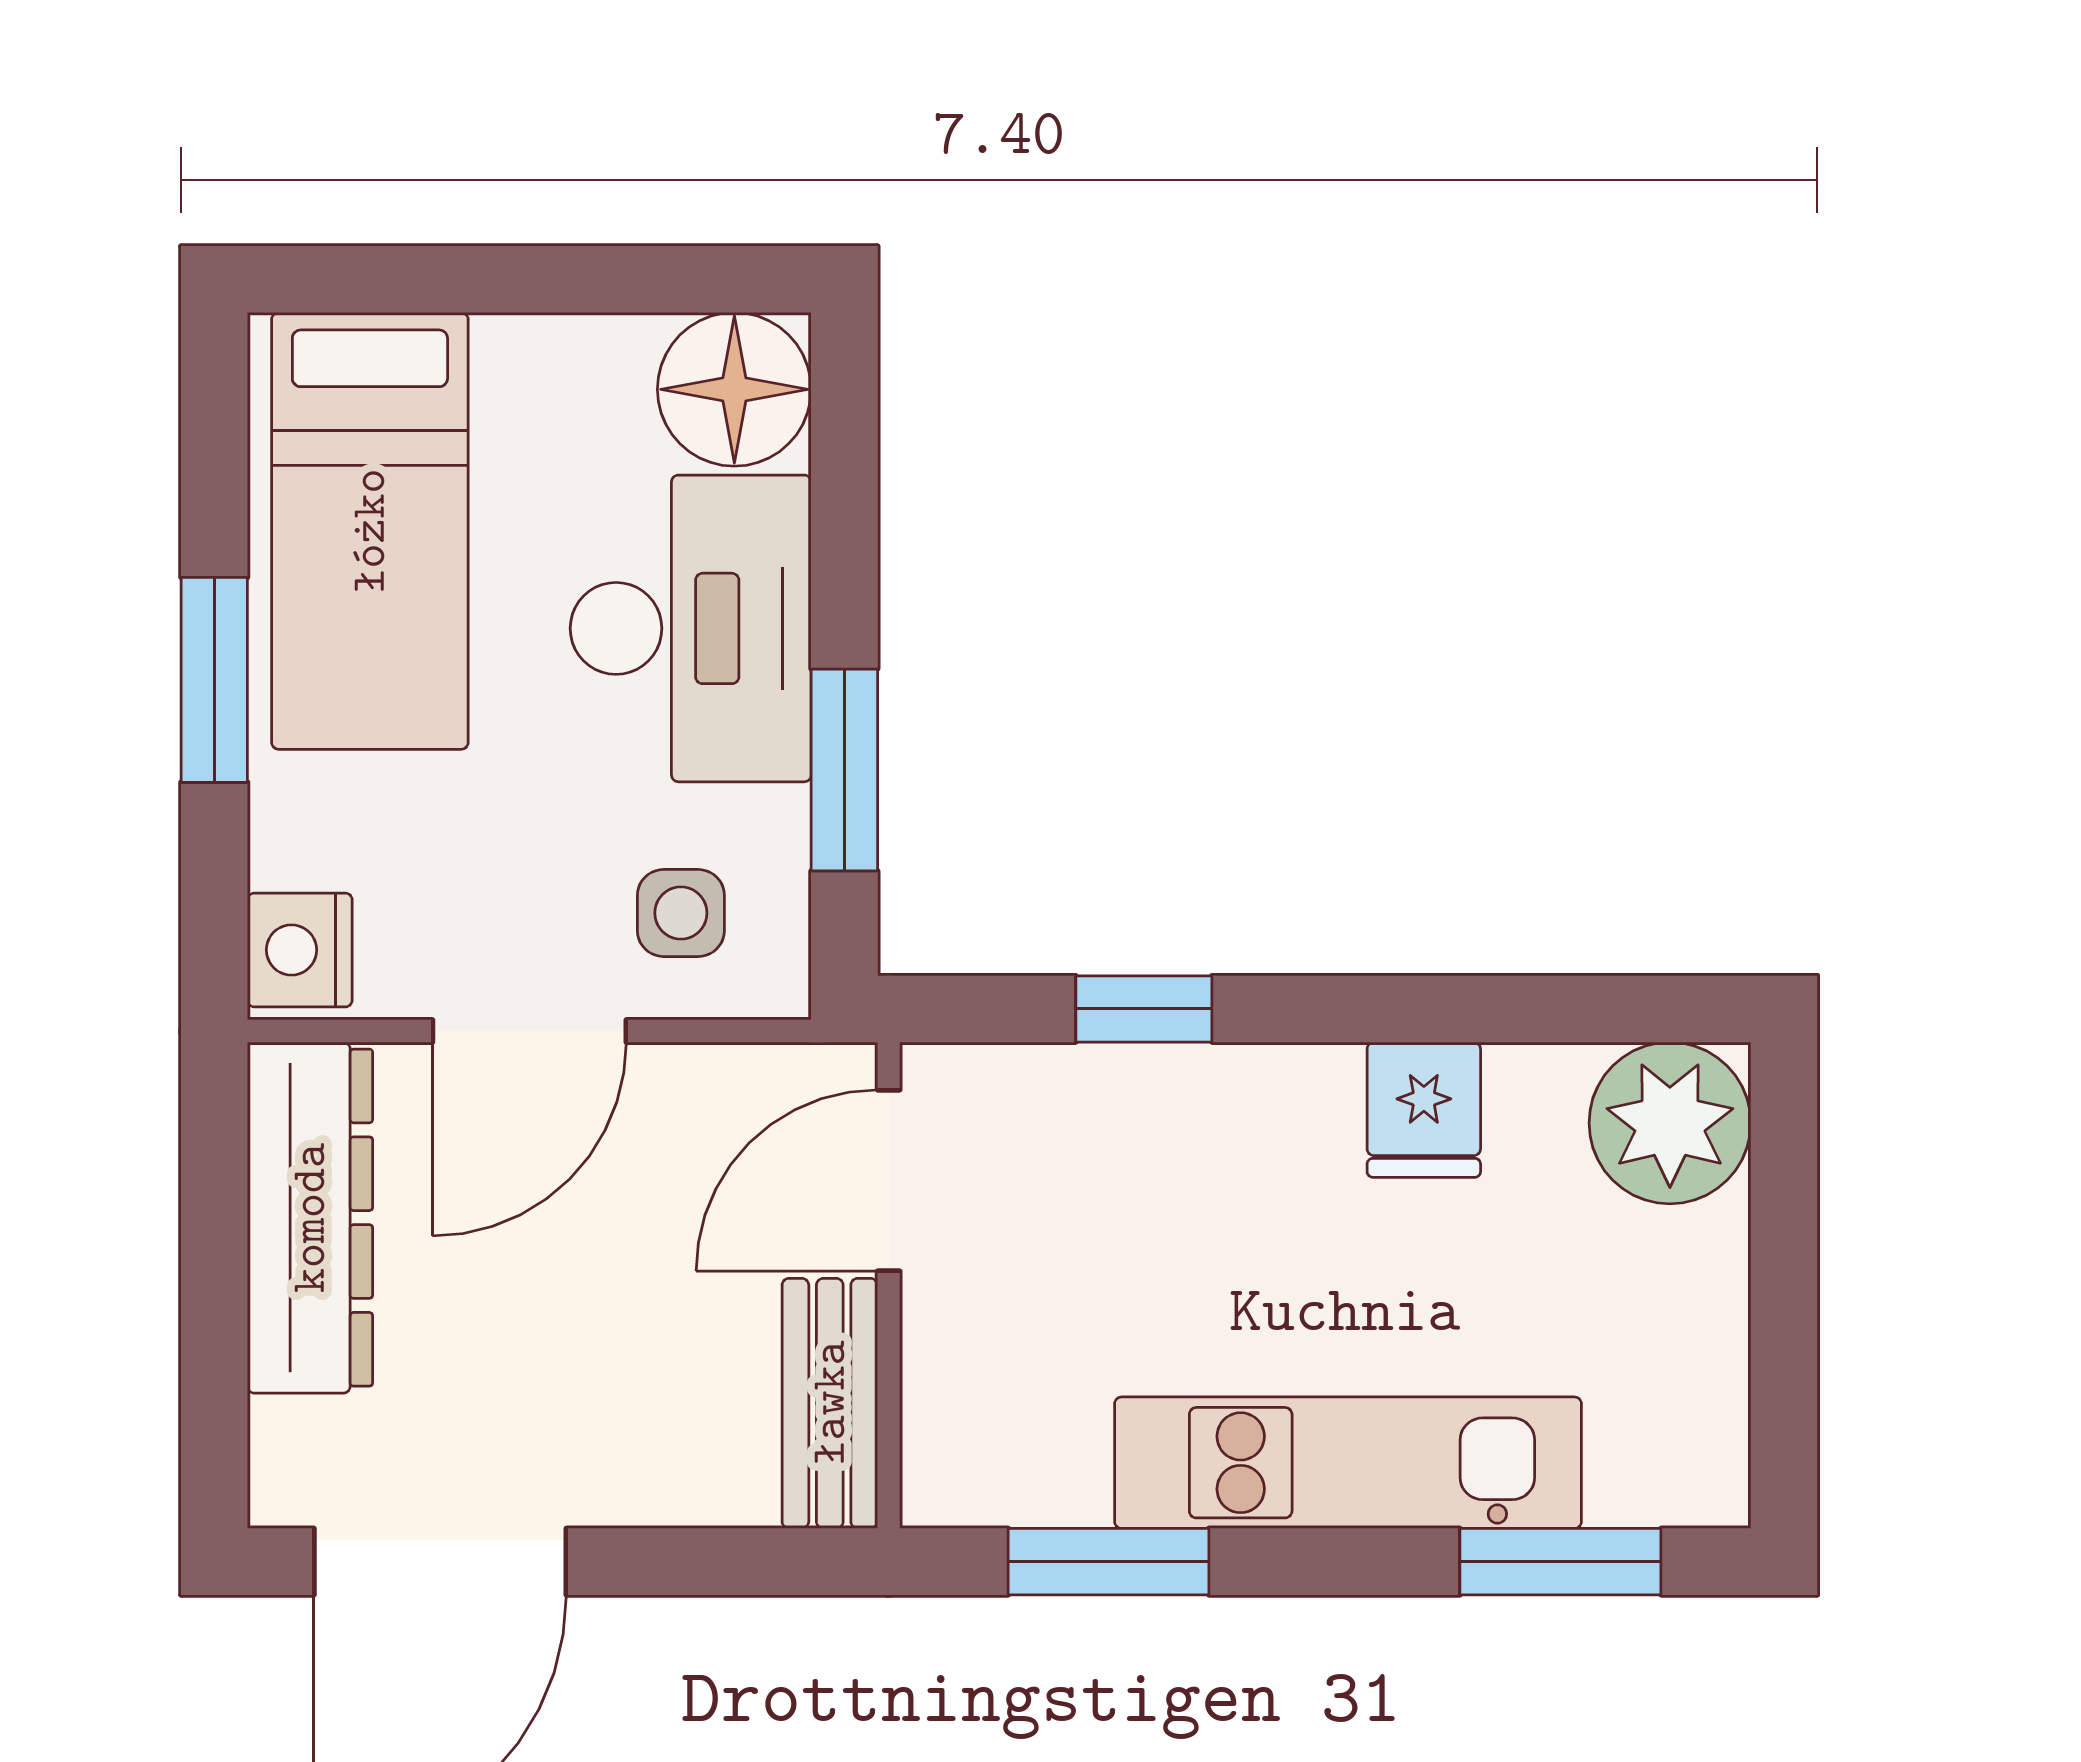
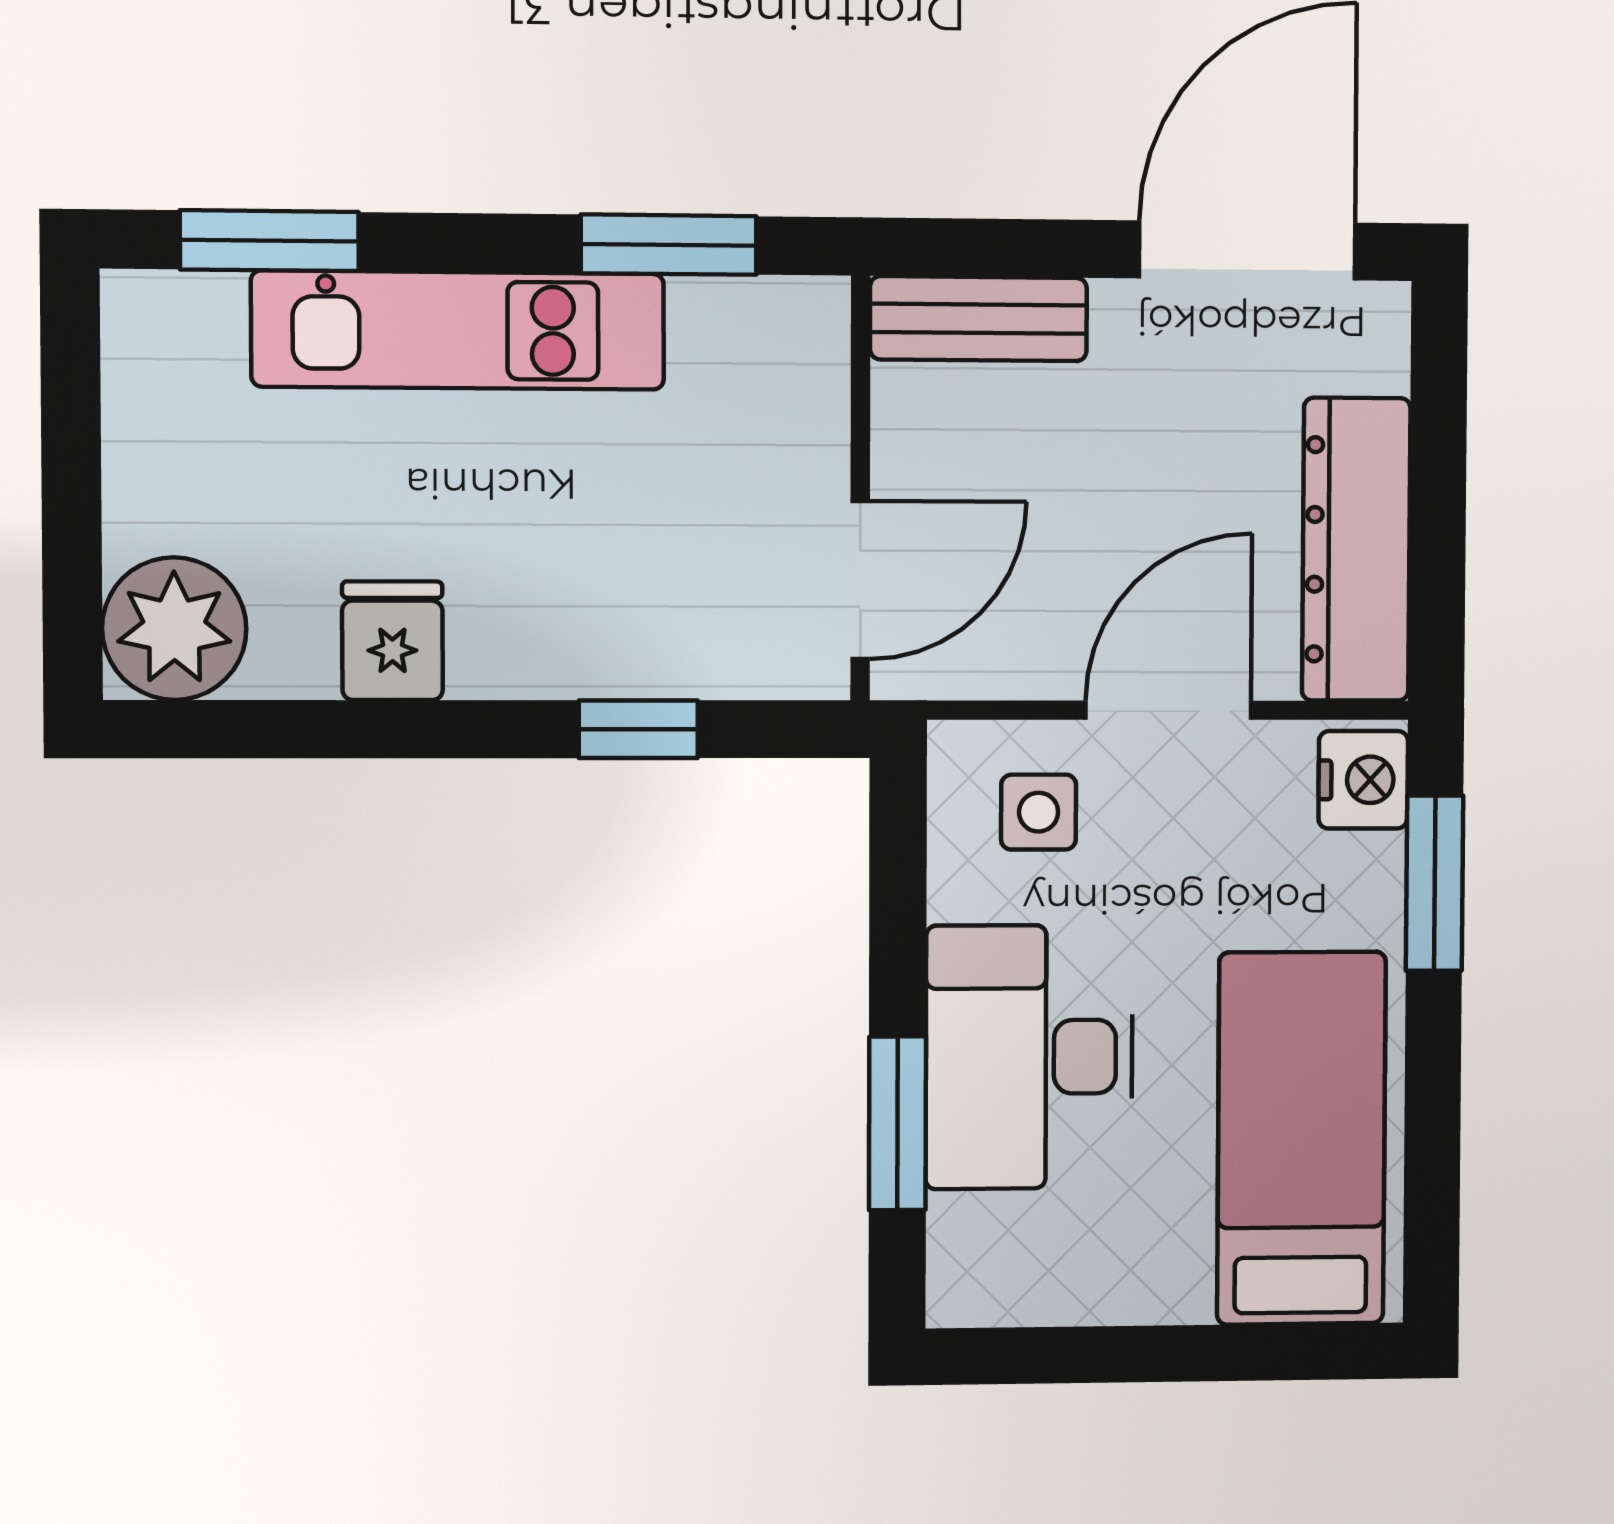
floor lamp: (734, 389) -> (991, 1262), removed
window: (214, 680) -> (1435, 883), moved
window: (844, 770) -> (897, 1123), moved
bench: (830, 1403) -> (979, 319), moved, turned 90

